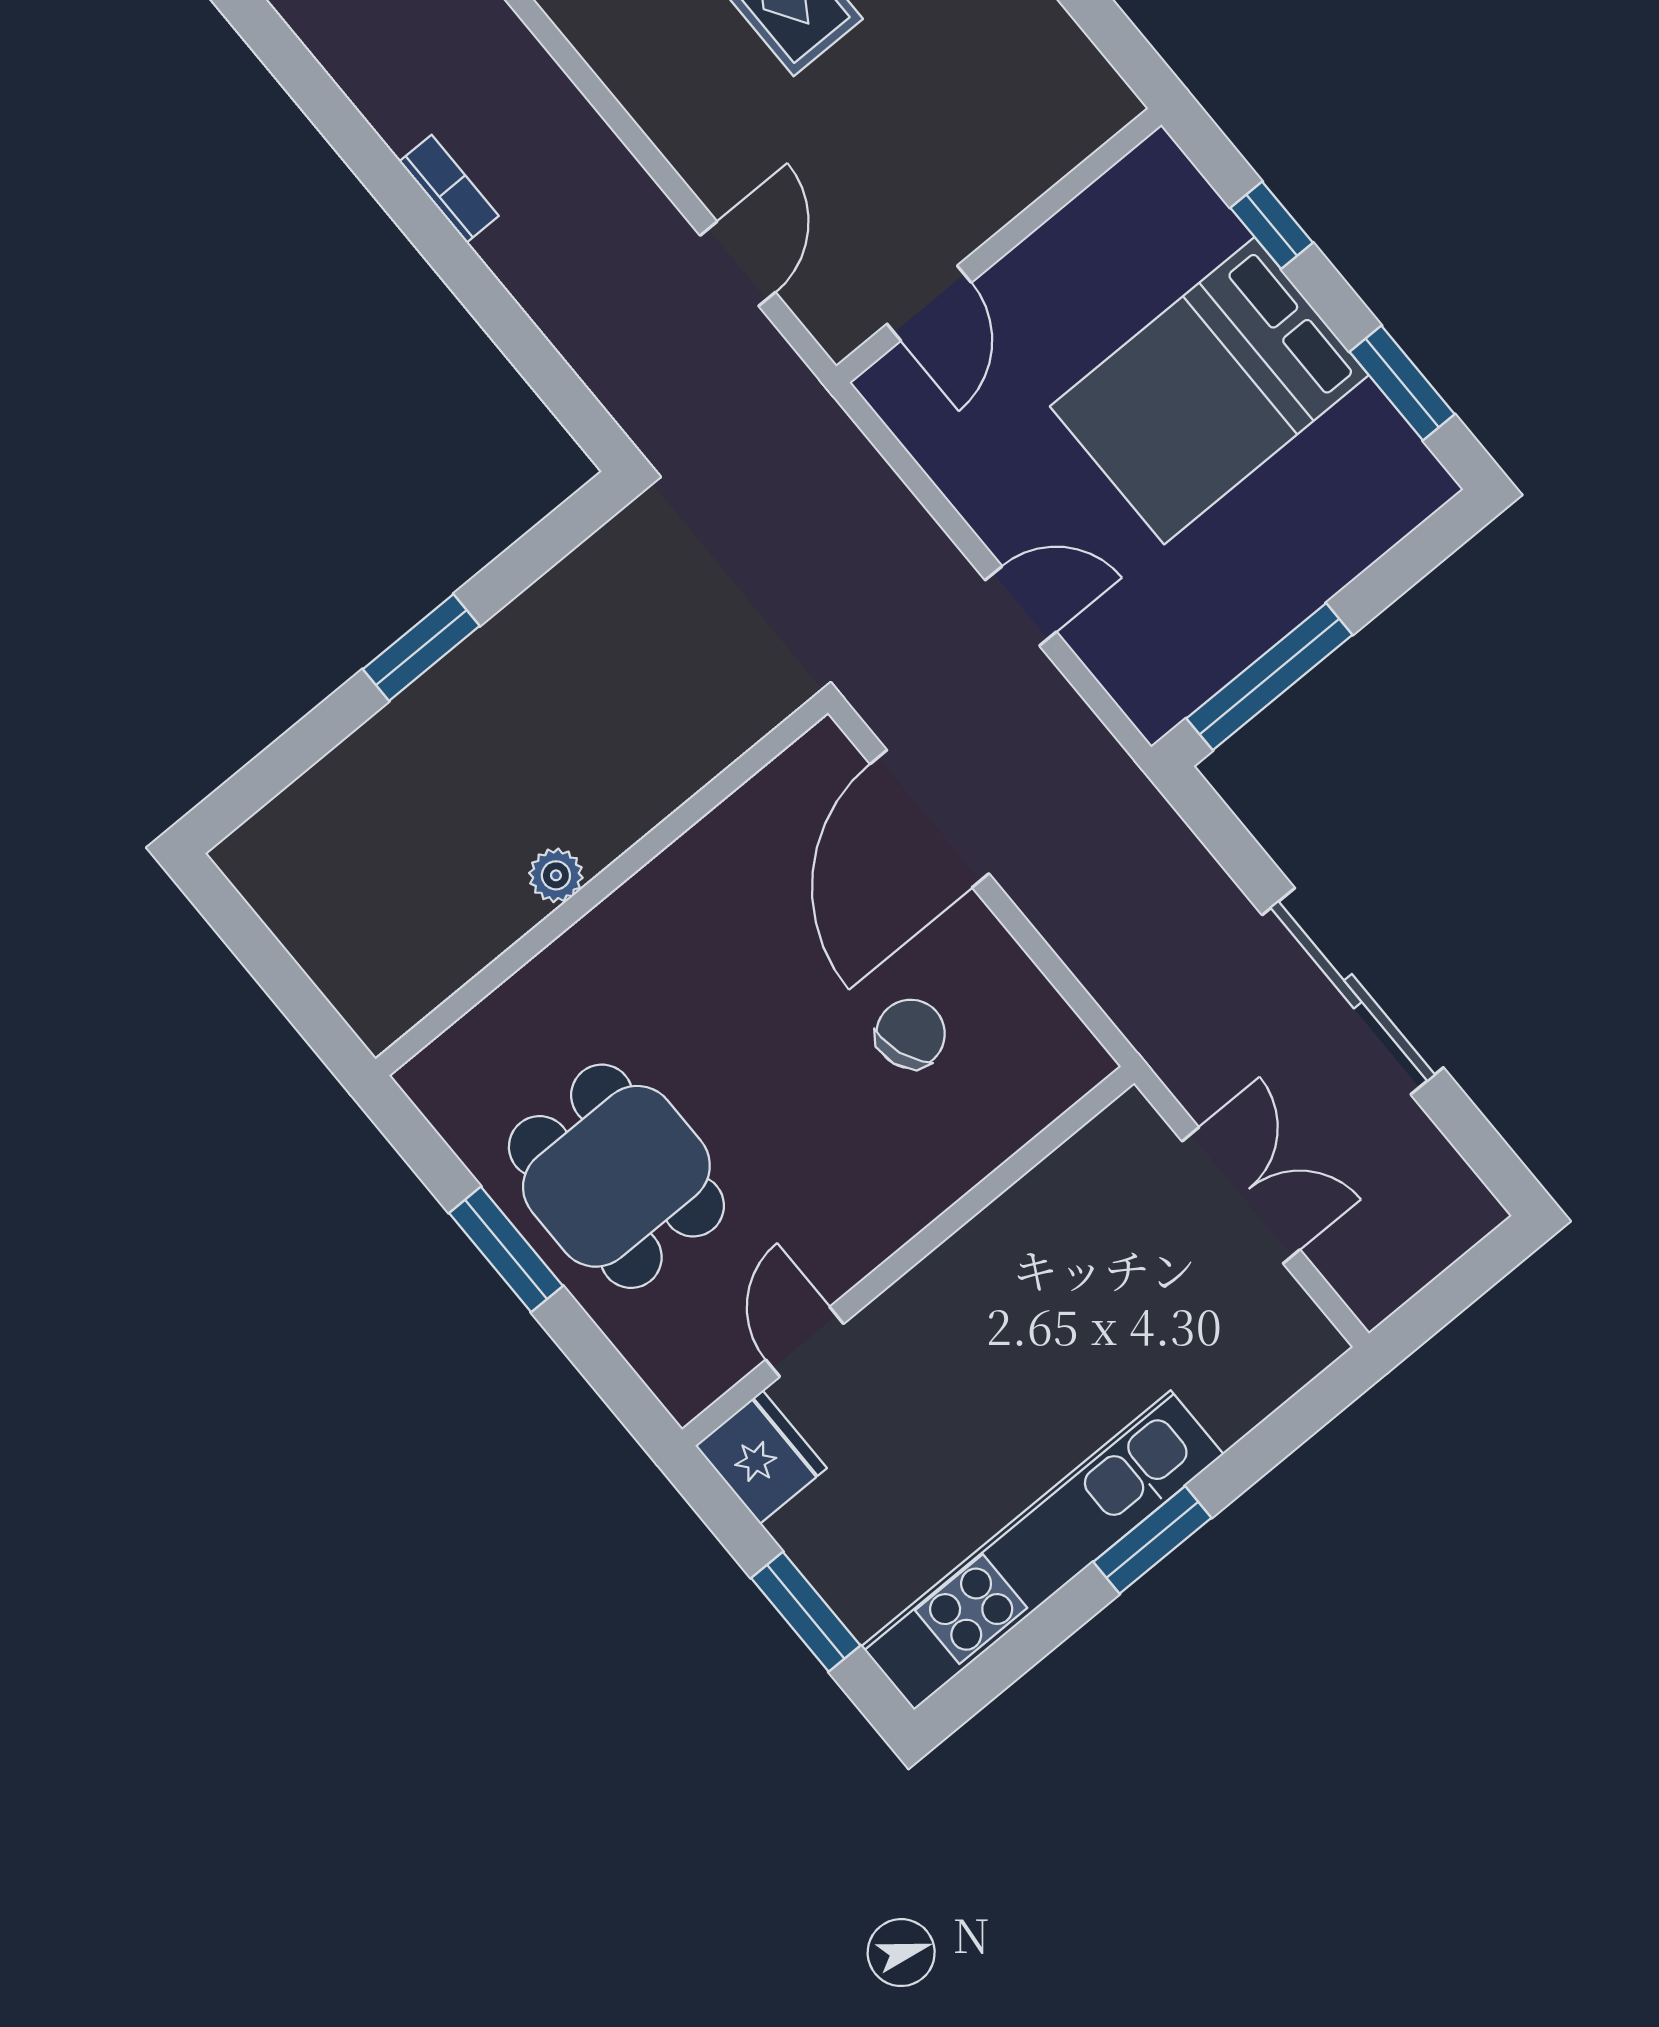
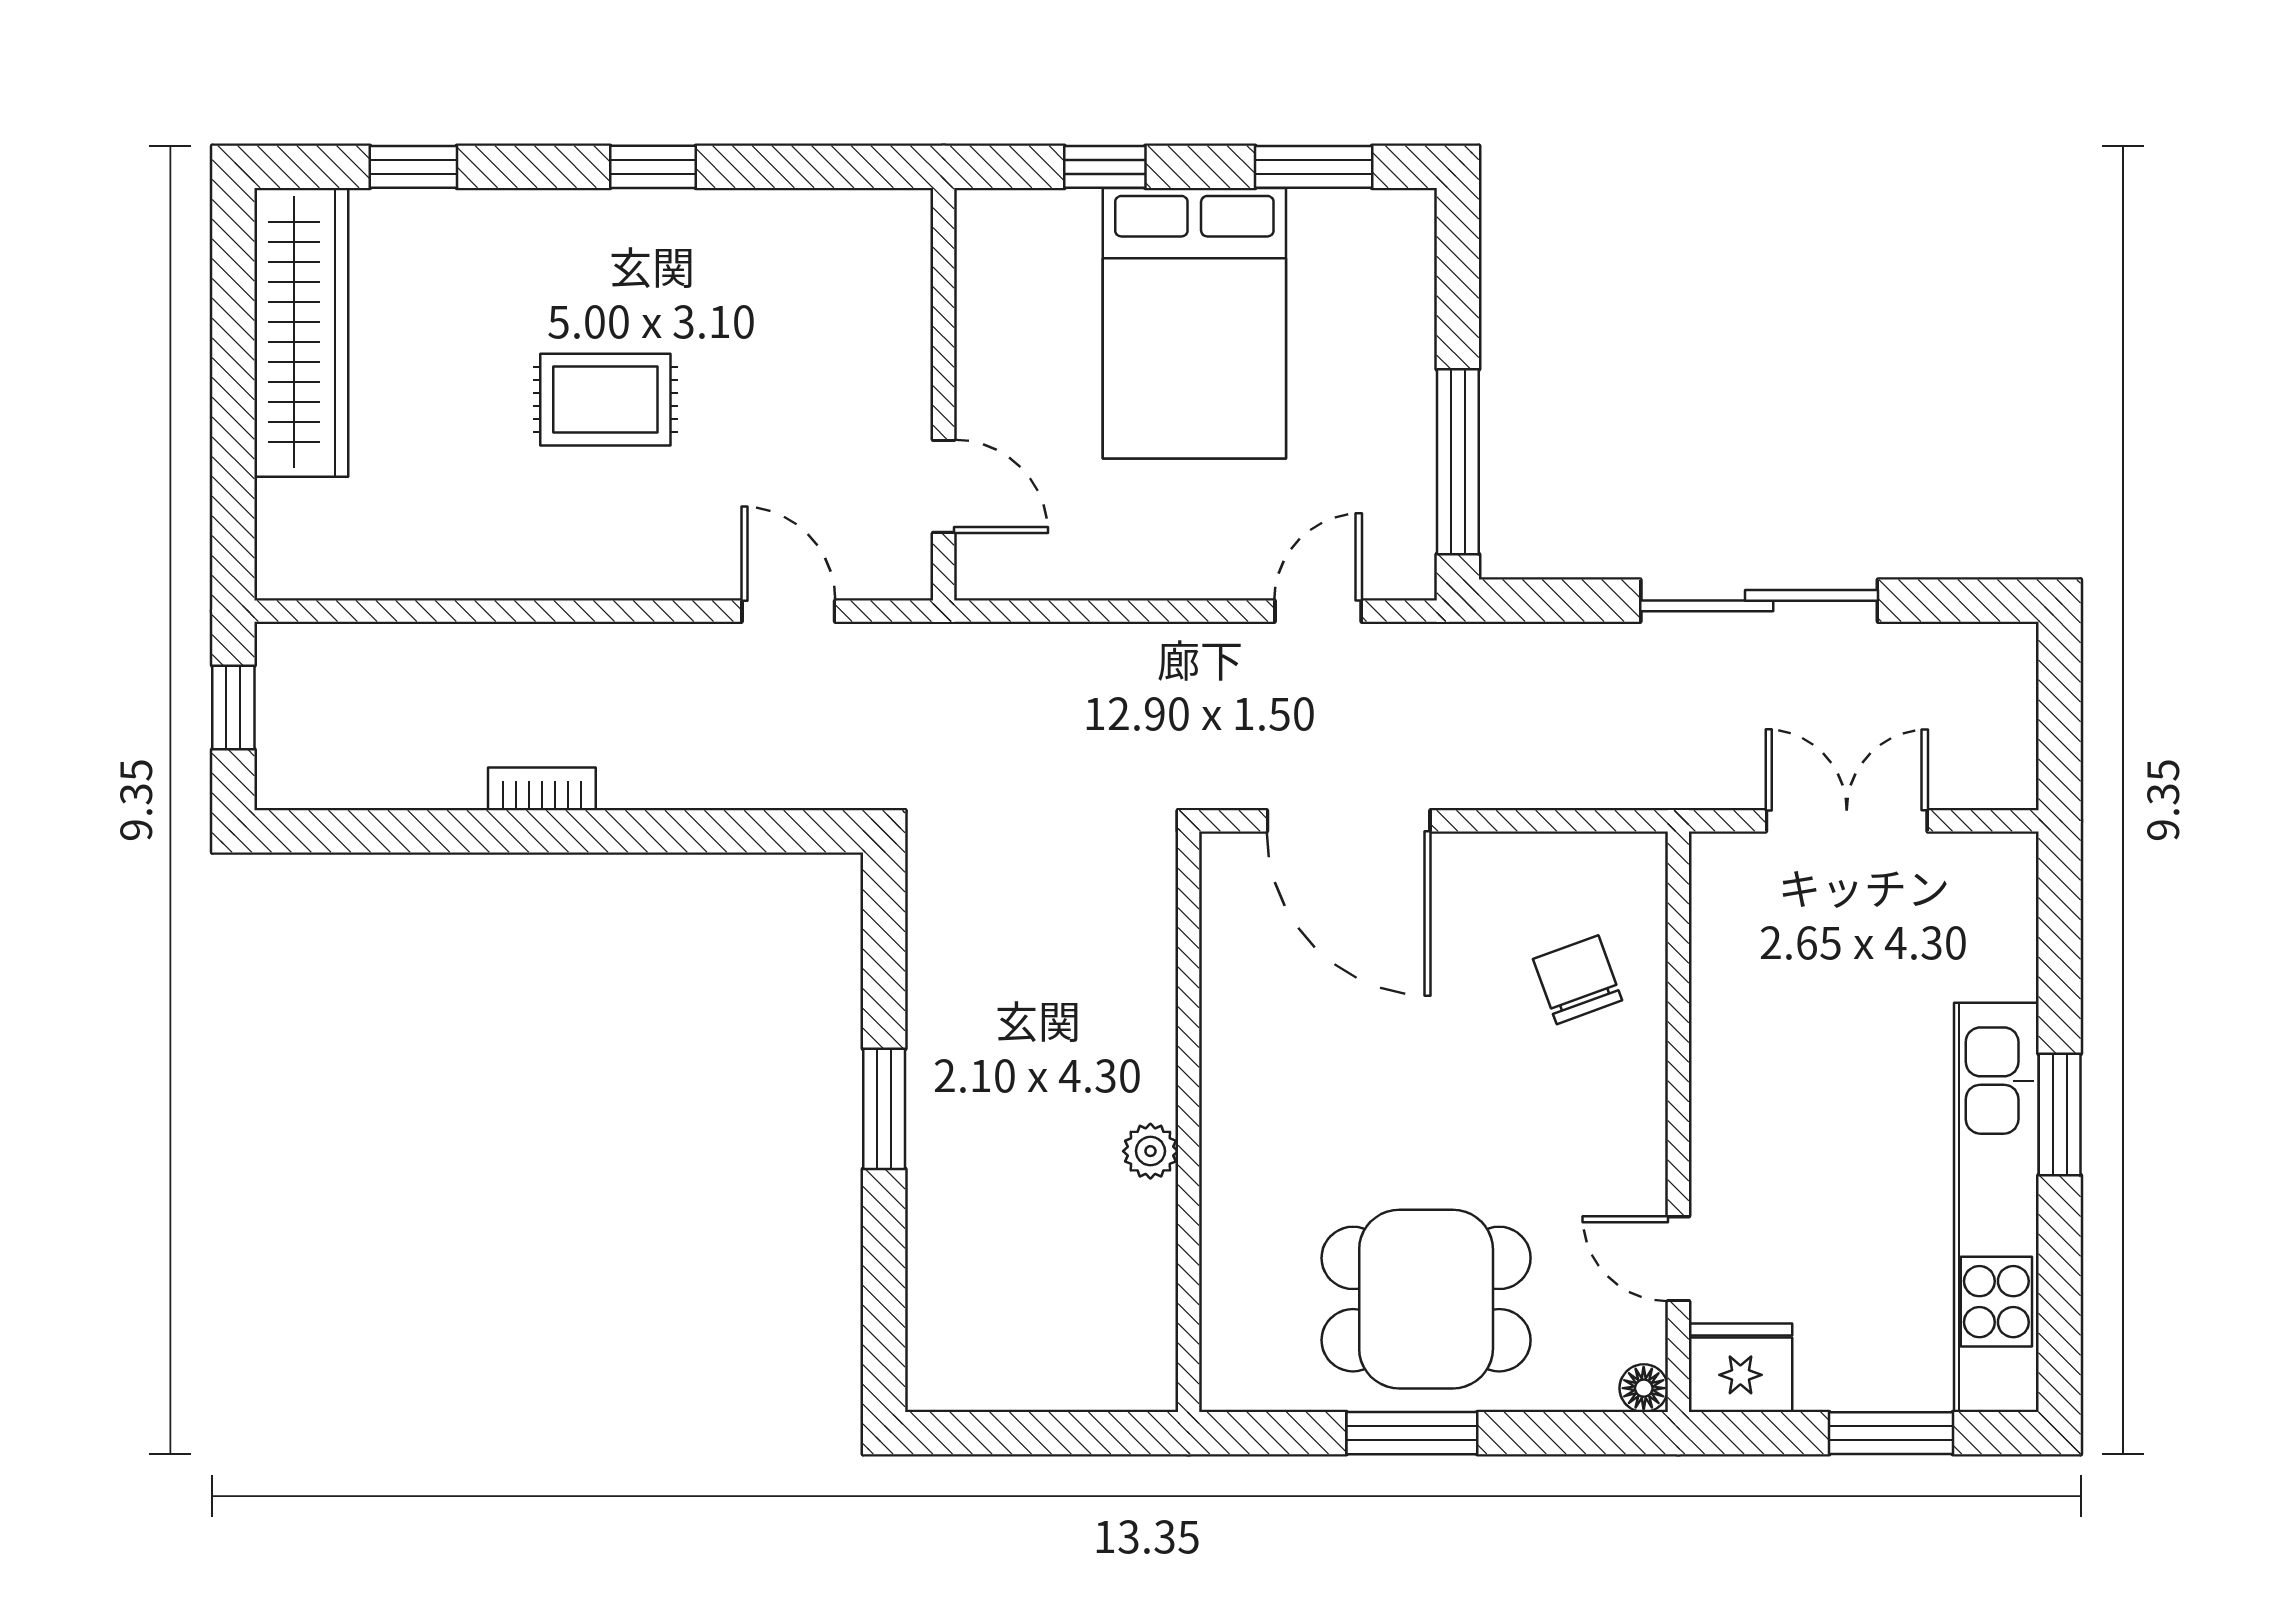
door: (1021, 606) -> (1318, 611), moved
chair: (911, 1034) -> (1578, 980), moved
floor lamp: (685, 1397) -> (1644, 1388), added

